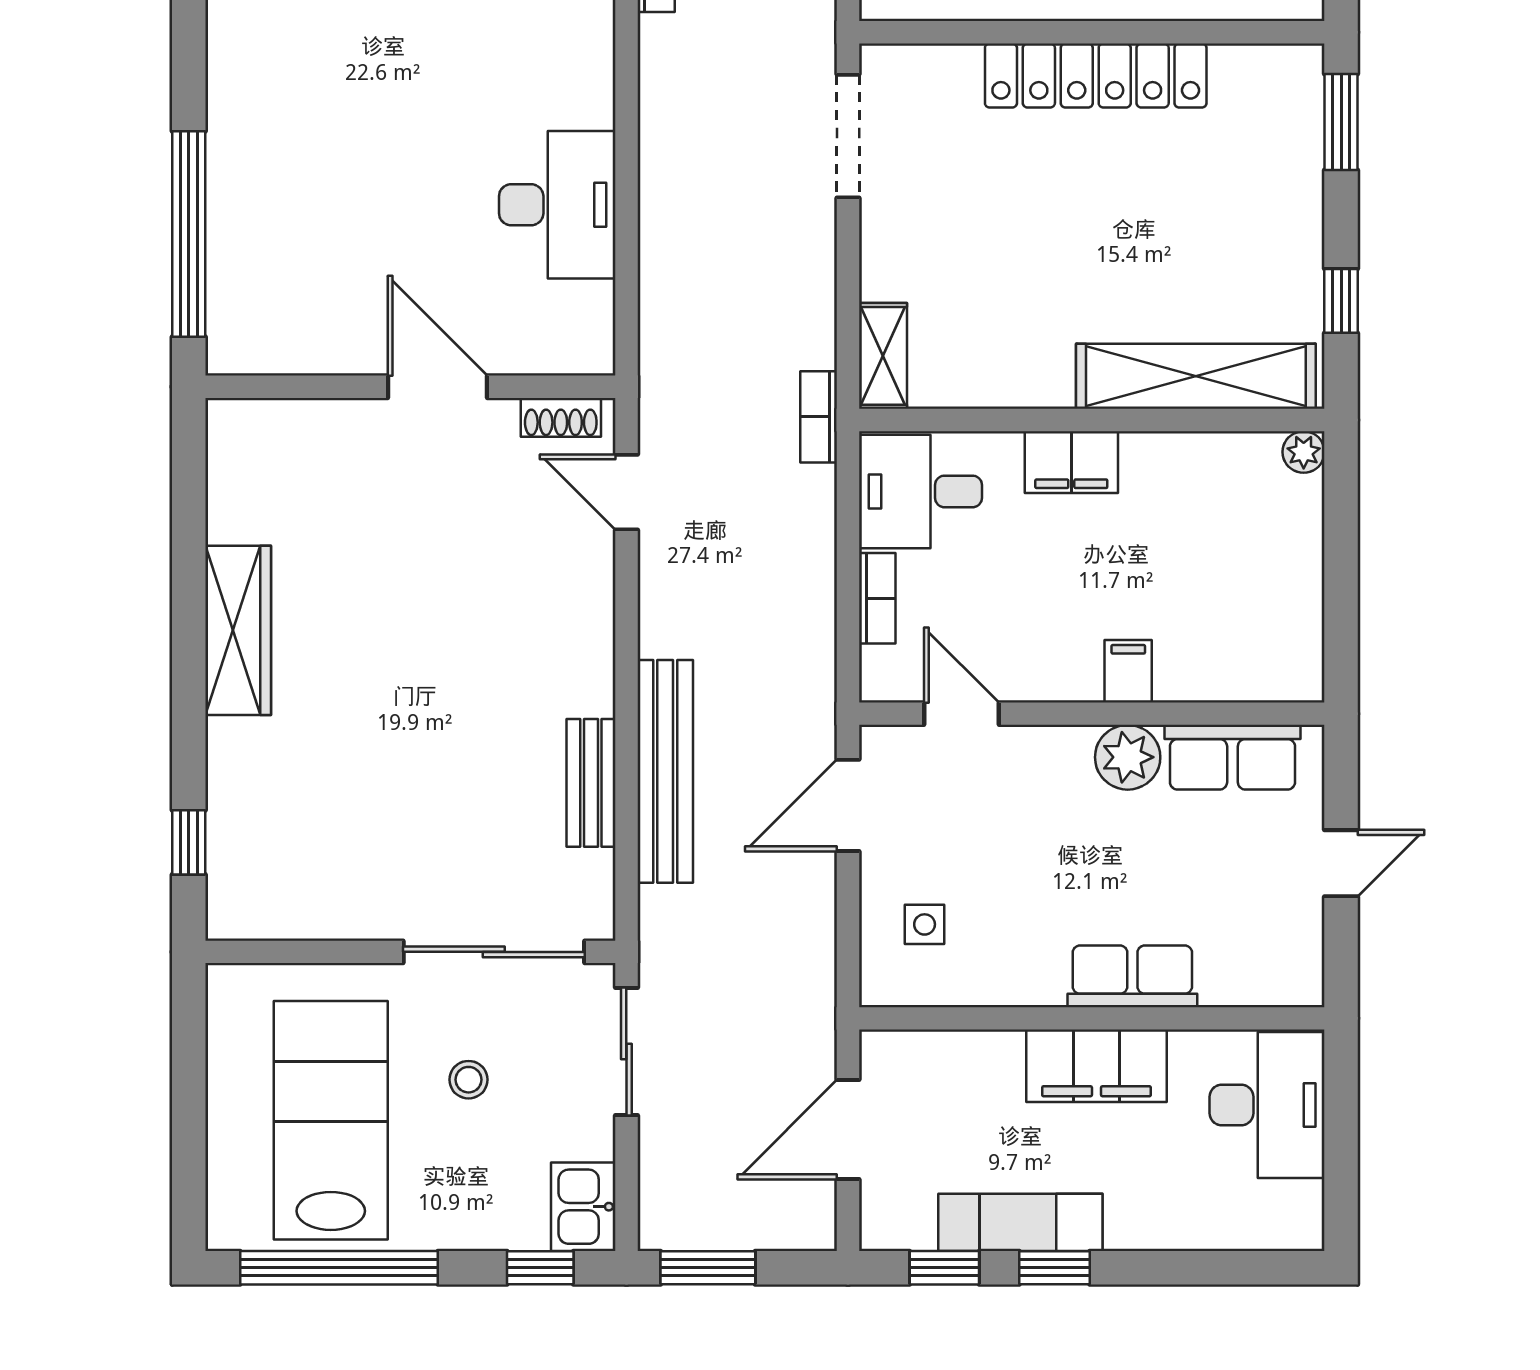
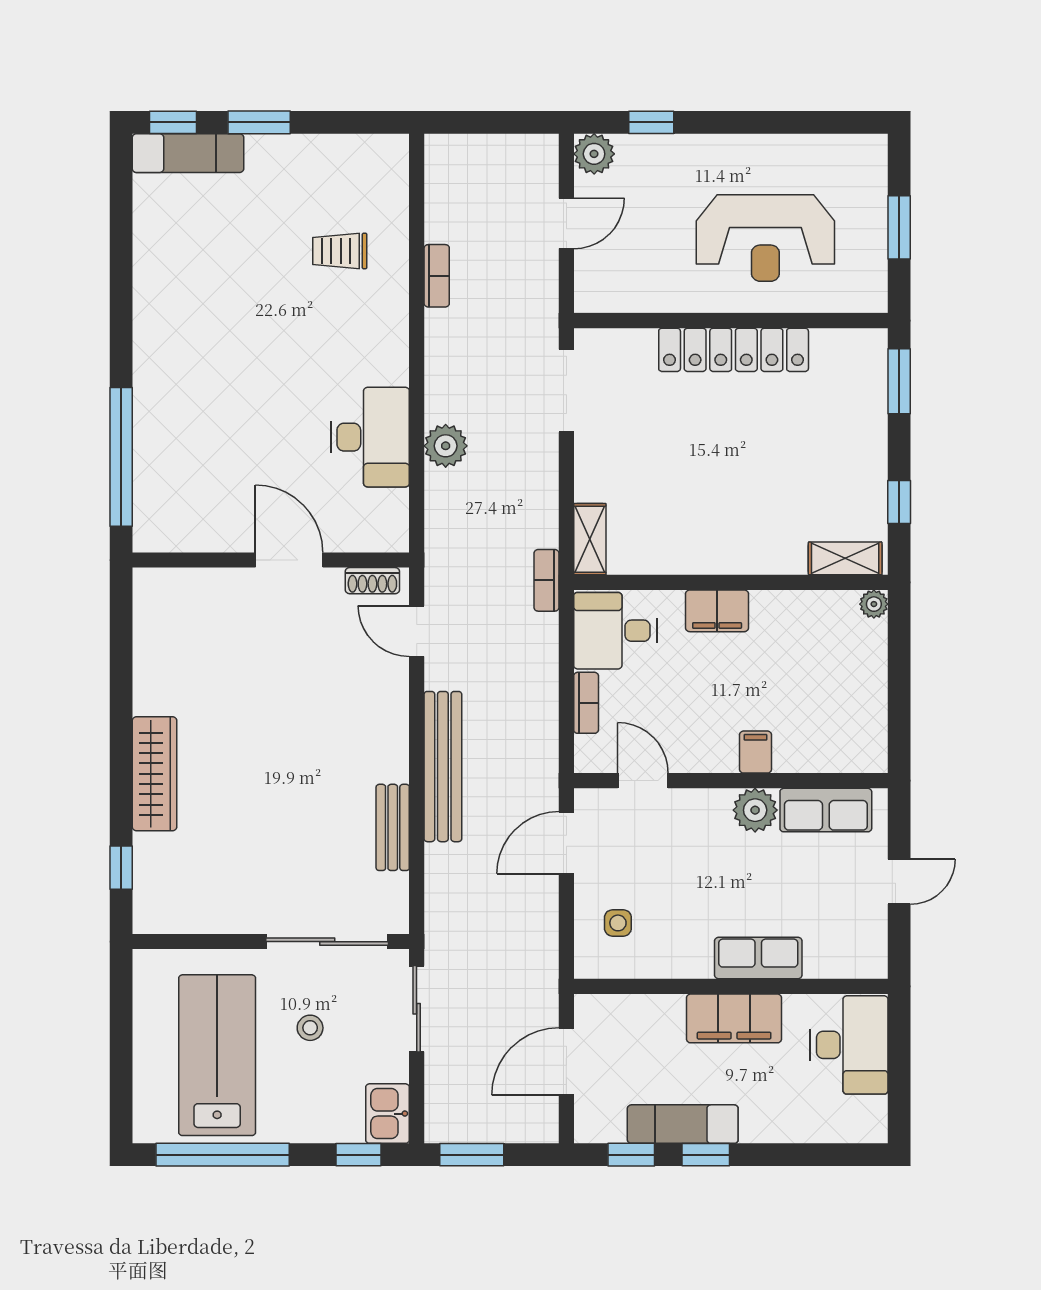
plant: (669, 218) -> (446, 446), added
shelving: (1196, 376) -> (845, 558), width x0.45, depth x0.75
wardrobe: (238, 630) -> (155, 774), moved
bench: (665, 771) -> (443, 767), moved

